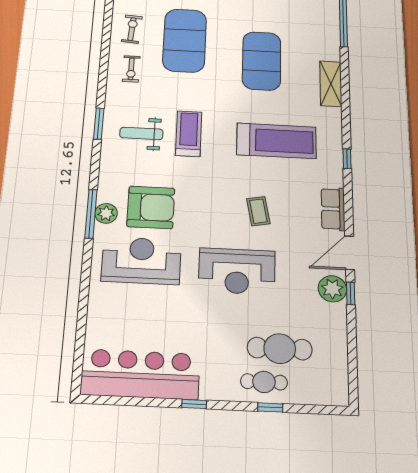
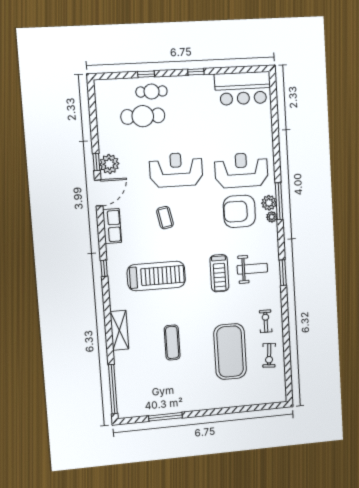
exercise mat: (262, 61) -> (172, 342), width x0.50, depth x0.69
treadmill: (276, 141) -> (156, 276), turned 180
plant: (104, 195) -> (272, 217), added
reception desk: (141, 261) -> (241, 170), turned 180
bar counter: (140, 374) -> (243, 88), width x0.73

